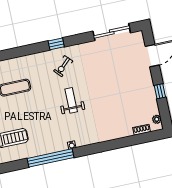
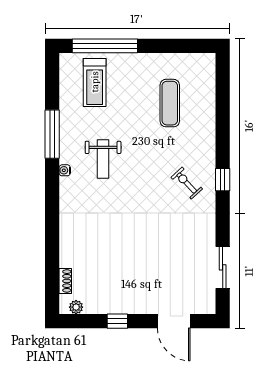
sliding door: (112, 32) -> (223, 267), width x0.73
weight bench: (71, 100) -> (103, 159), moved, turned 90
window: (51, 158) -> (52, 134), width x0.68

